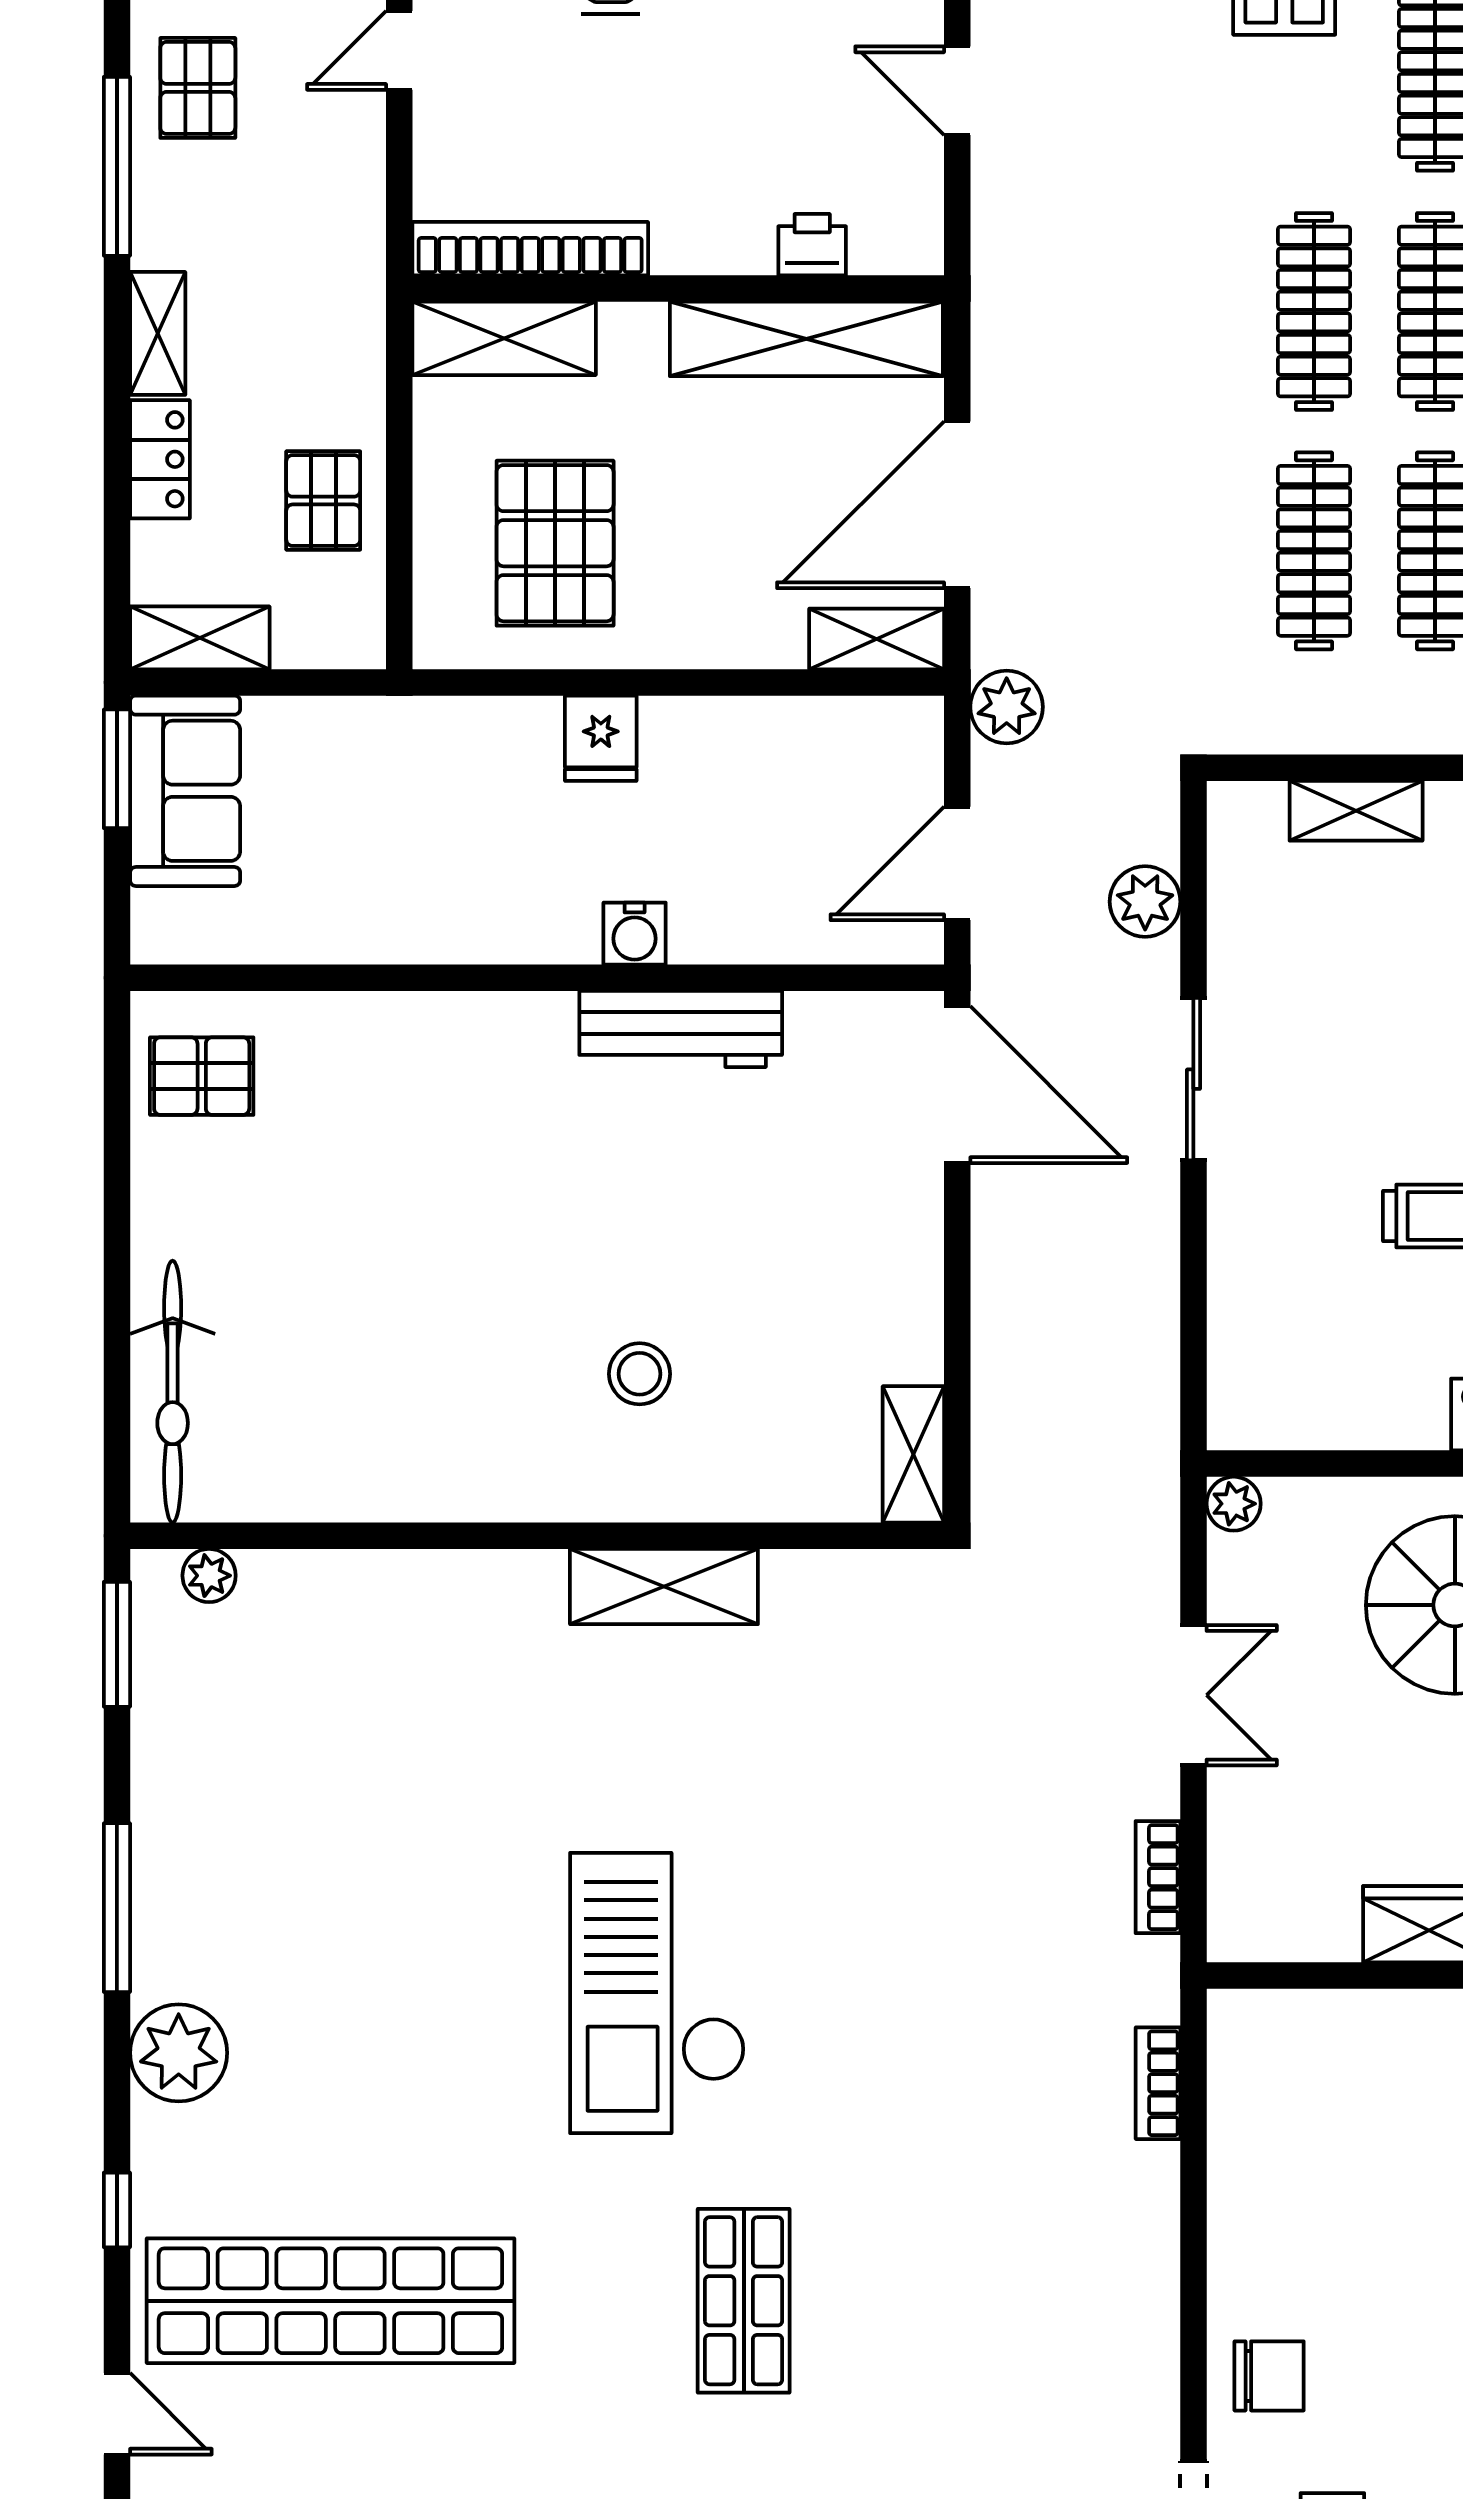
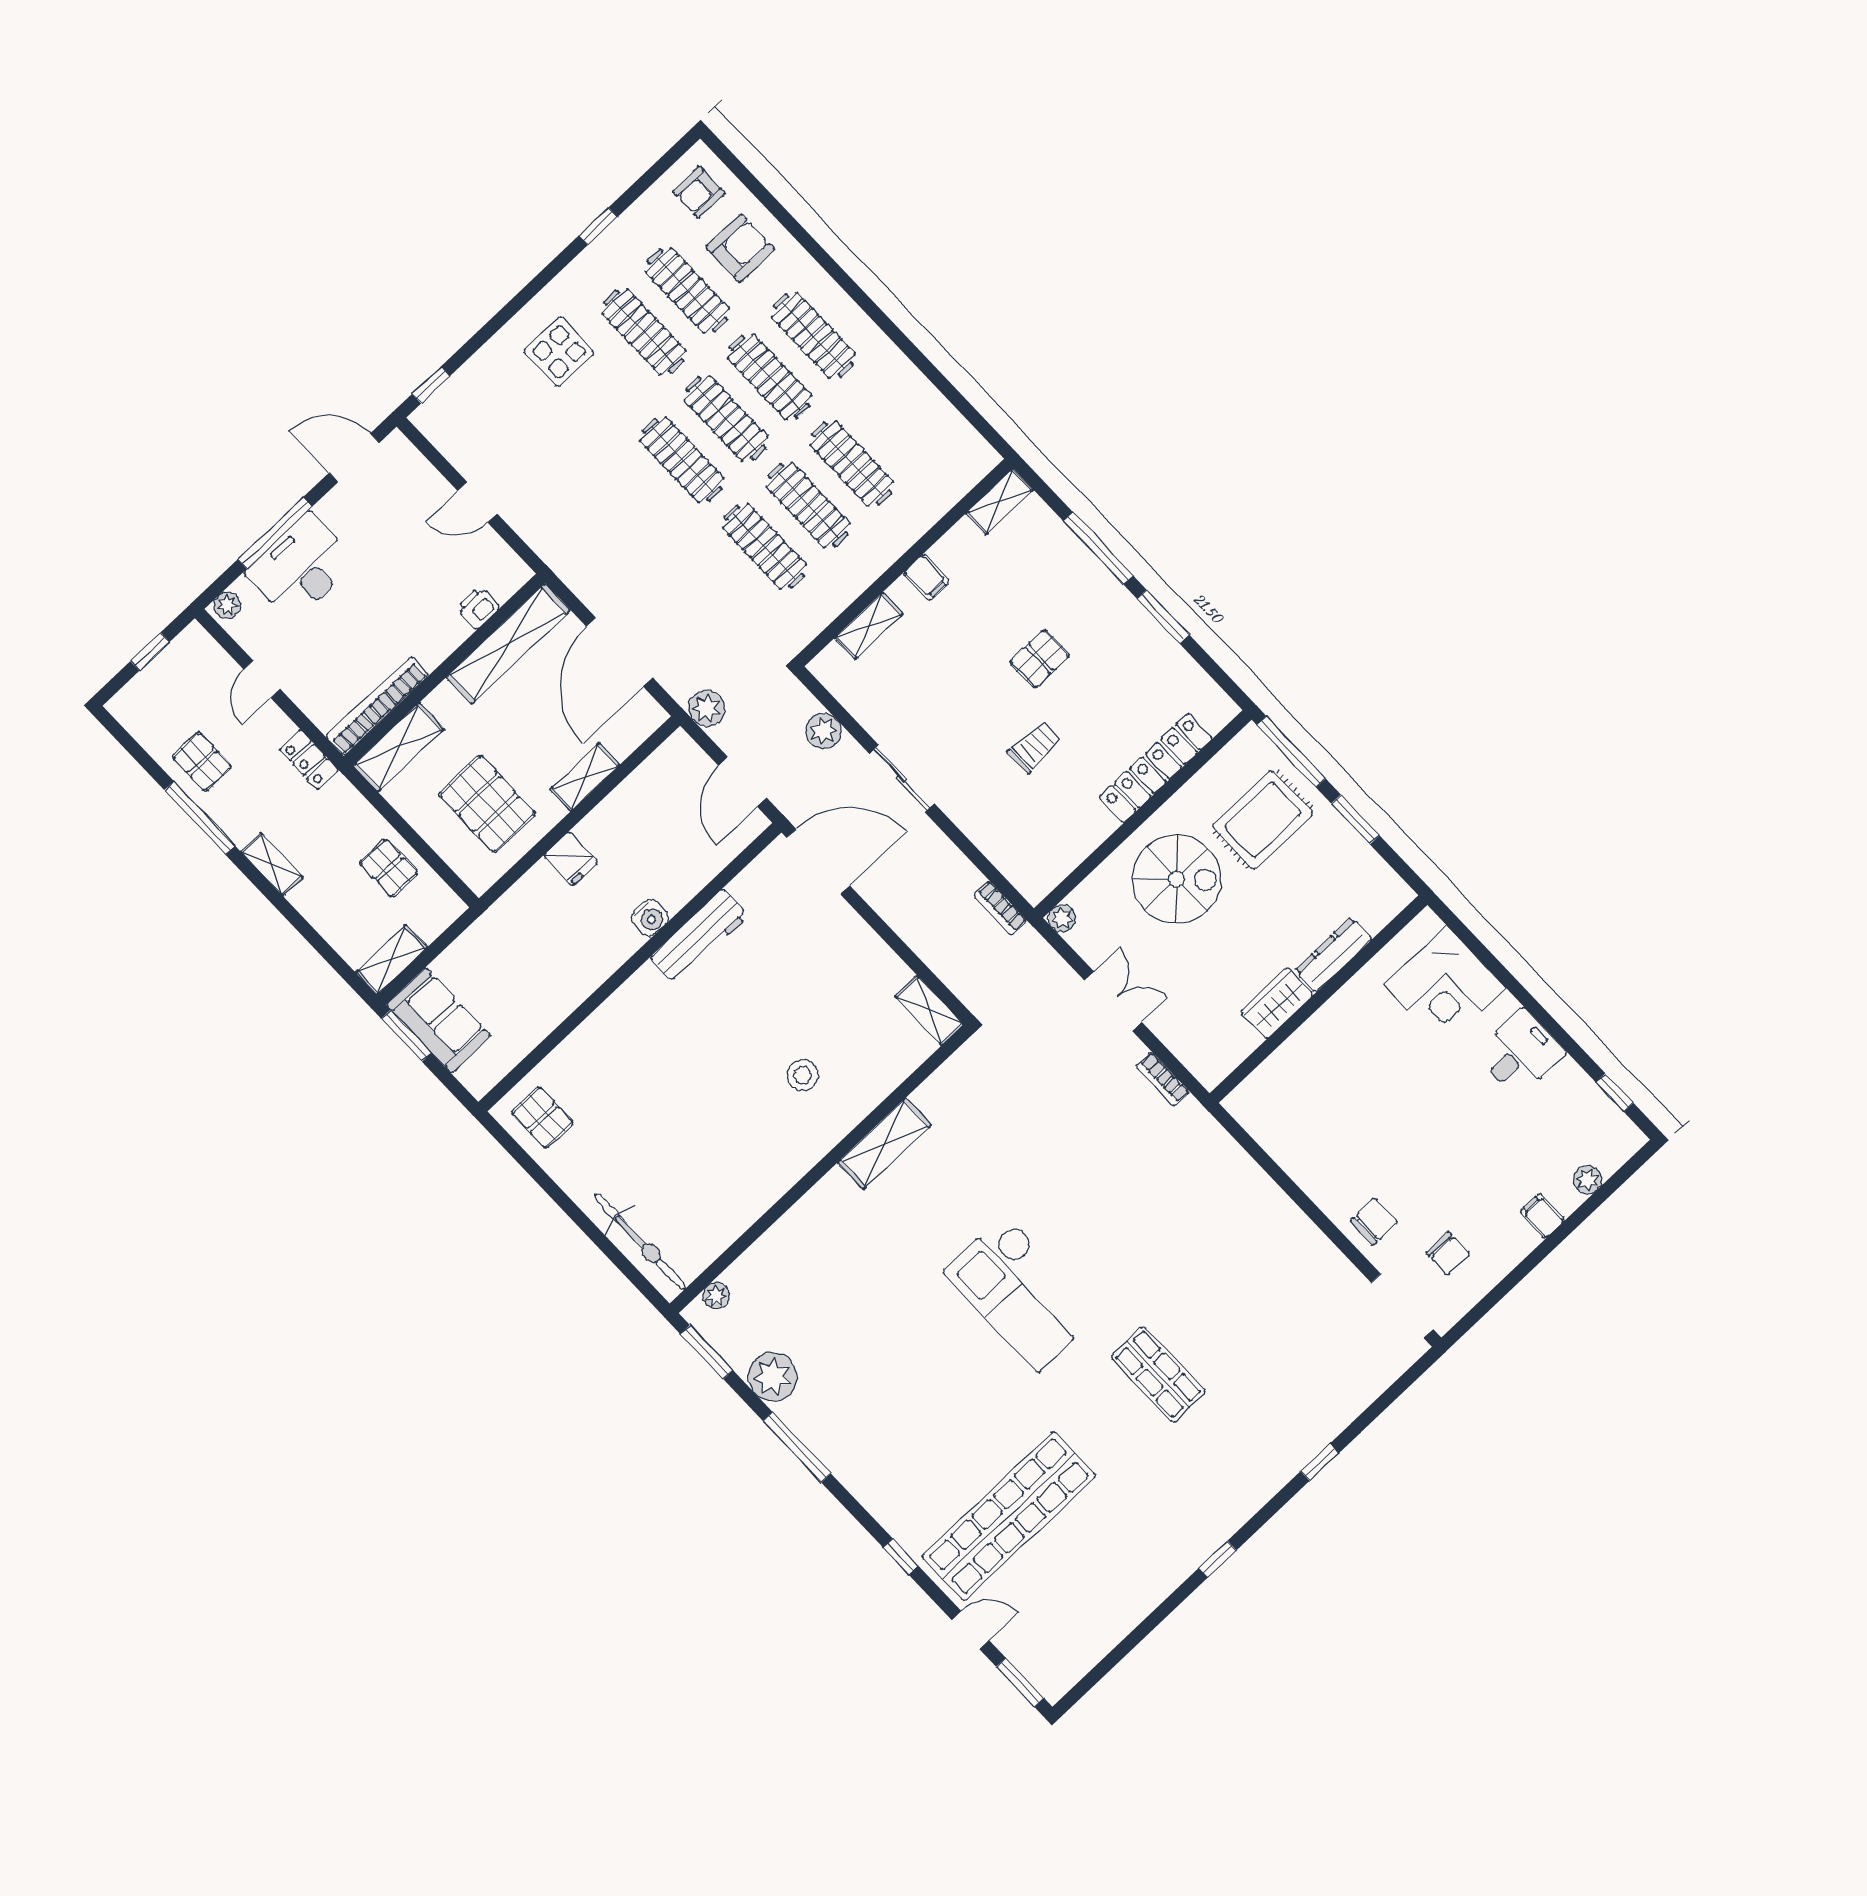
locker: (160, 459) -> (309, 760), moved, turned 180
shelving: (877, 639) -> (585, 777), moved
pallet: (202, 1076) -> (542, 1118), turned 90
plant: (179, 2053) -> (773, 1377), moved
bookcase: (1158, 2083) -> (1000, 908), moved

